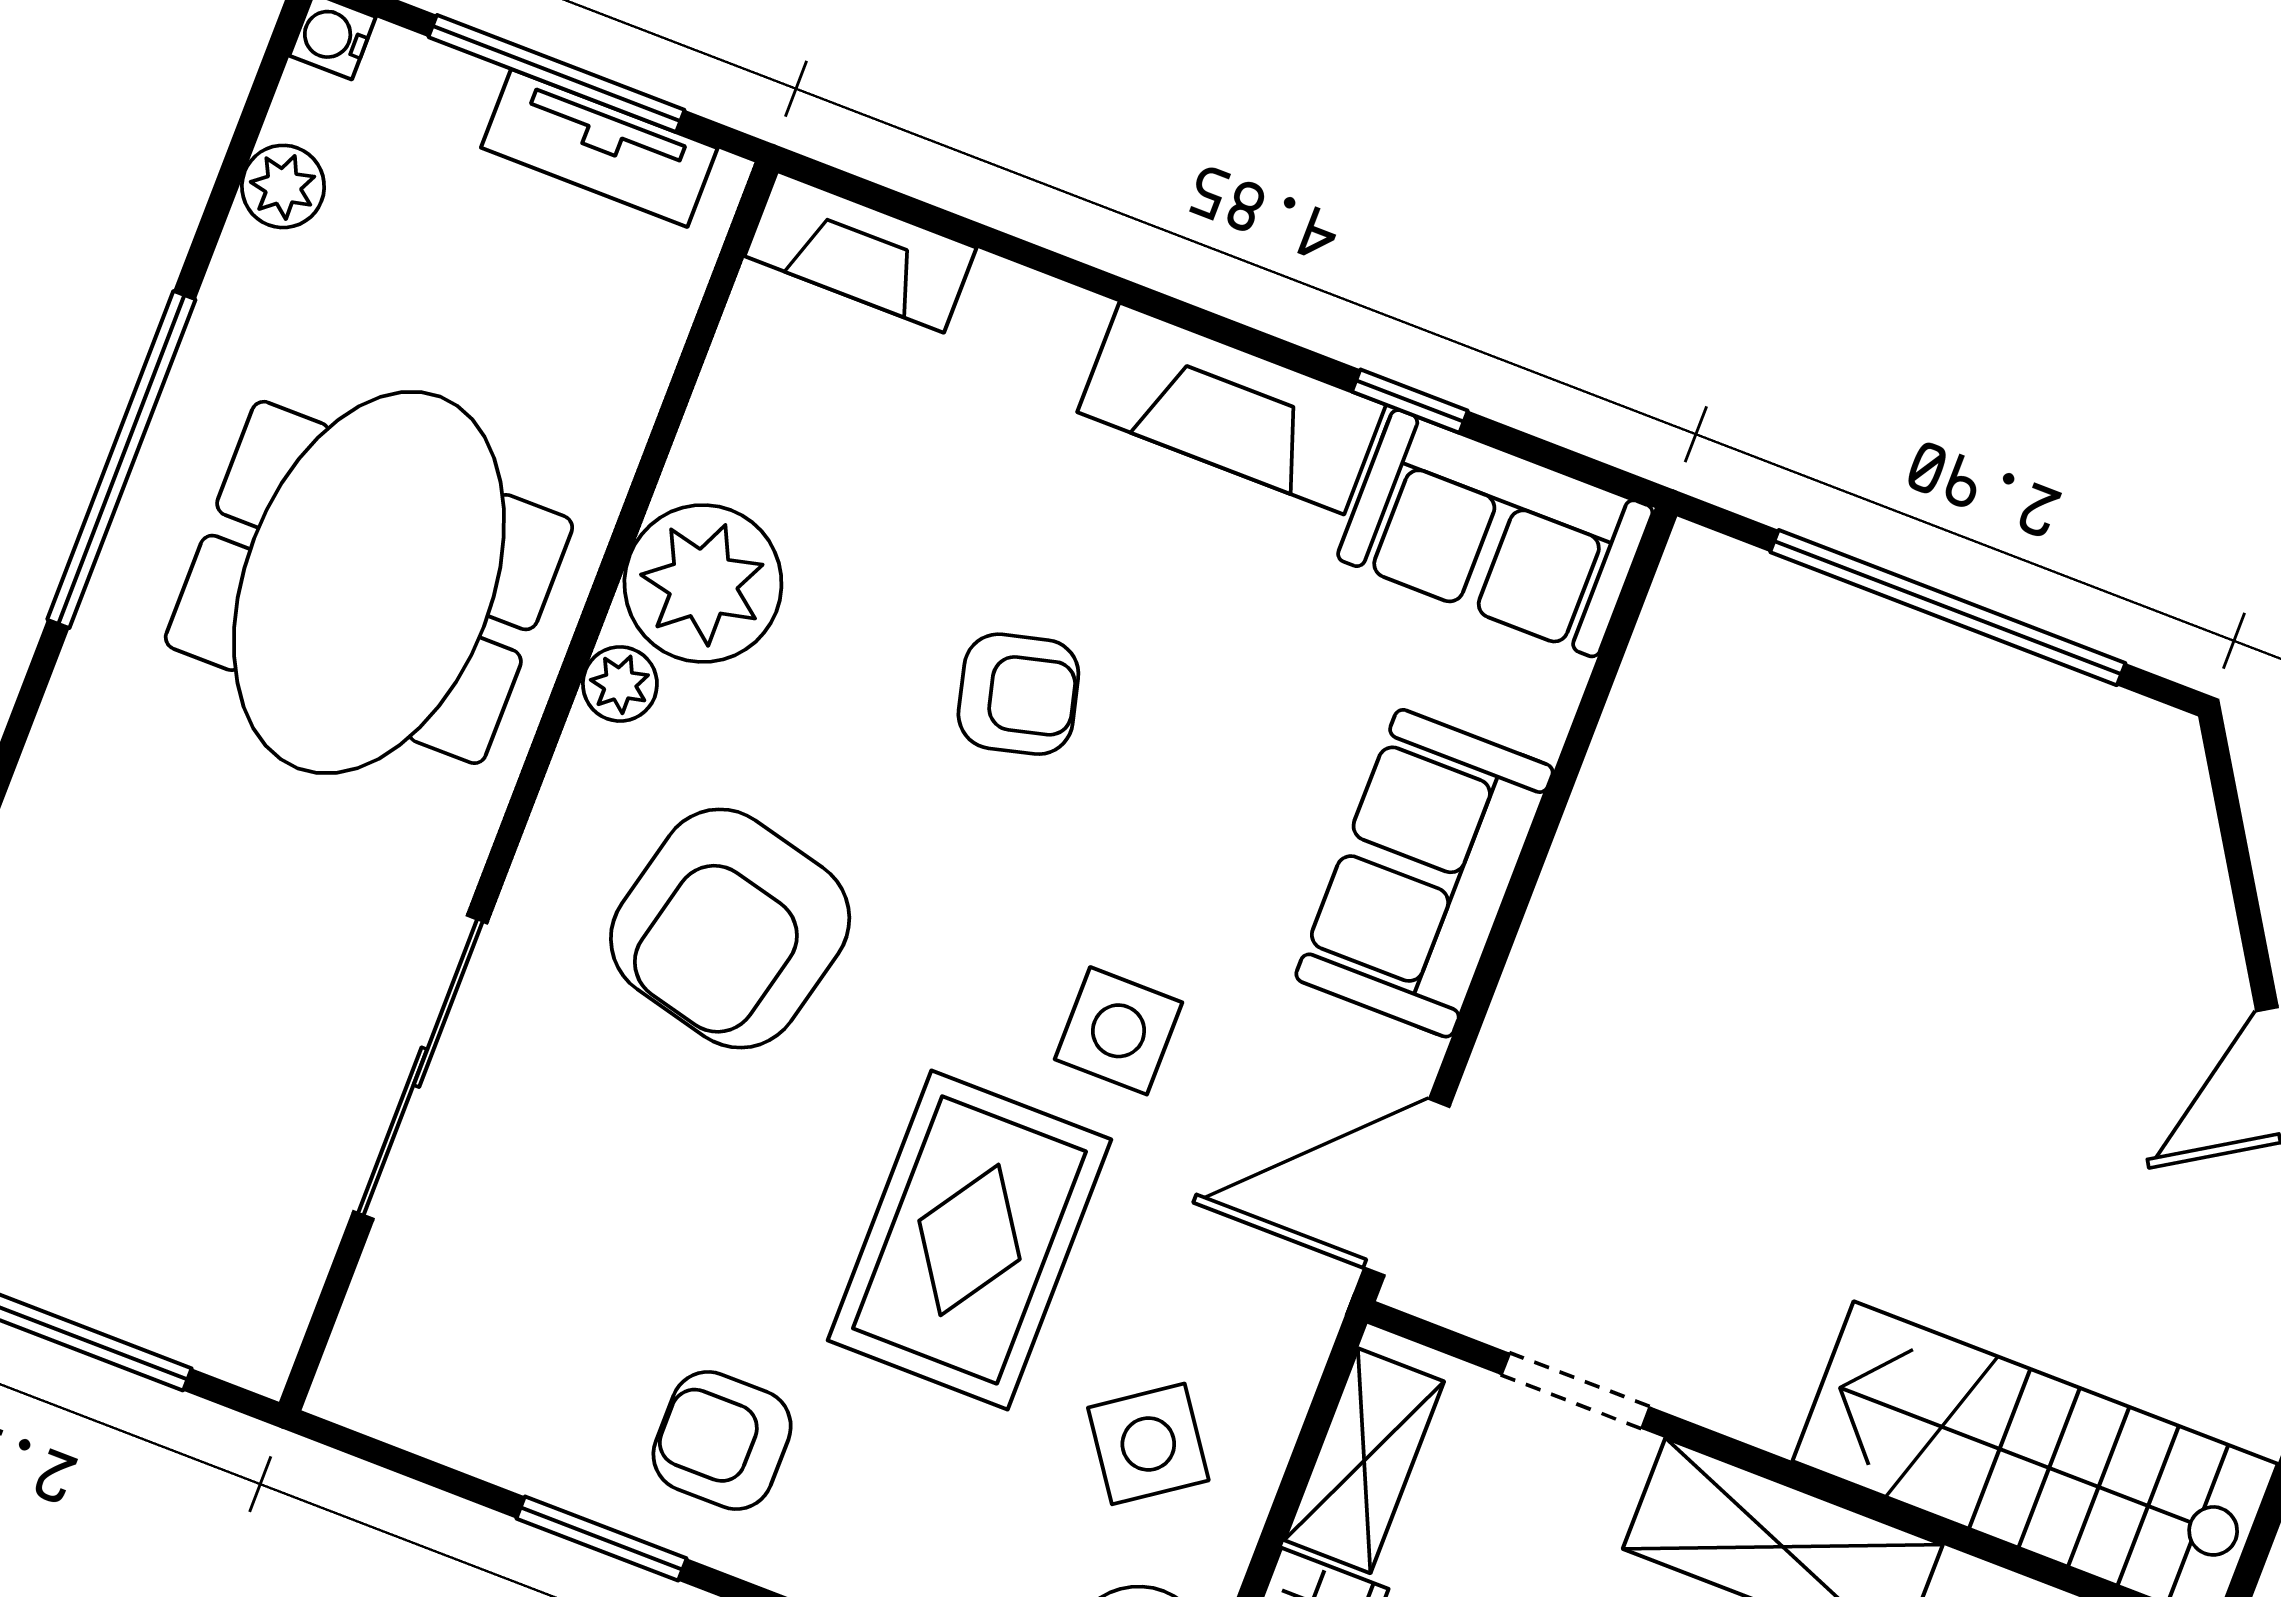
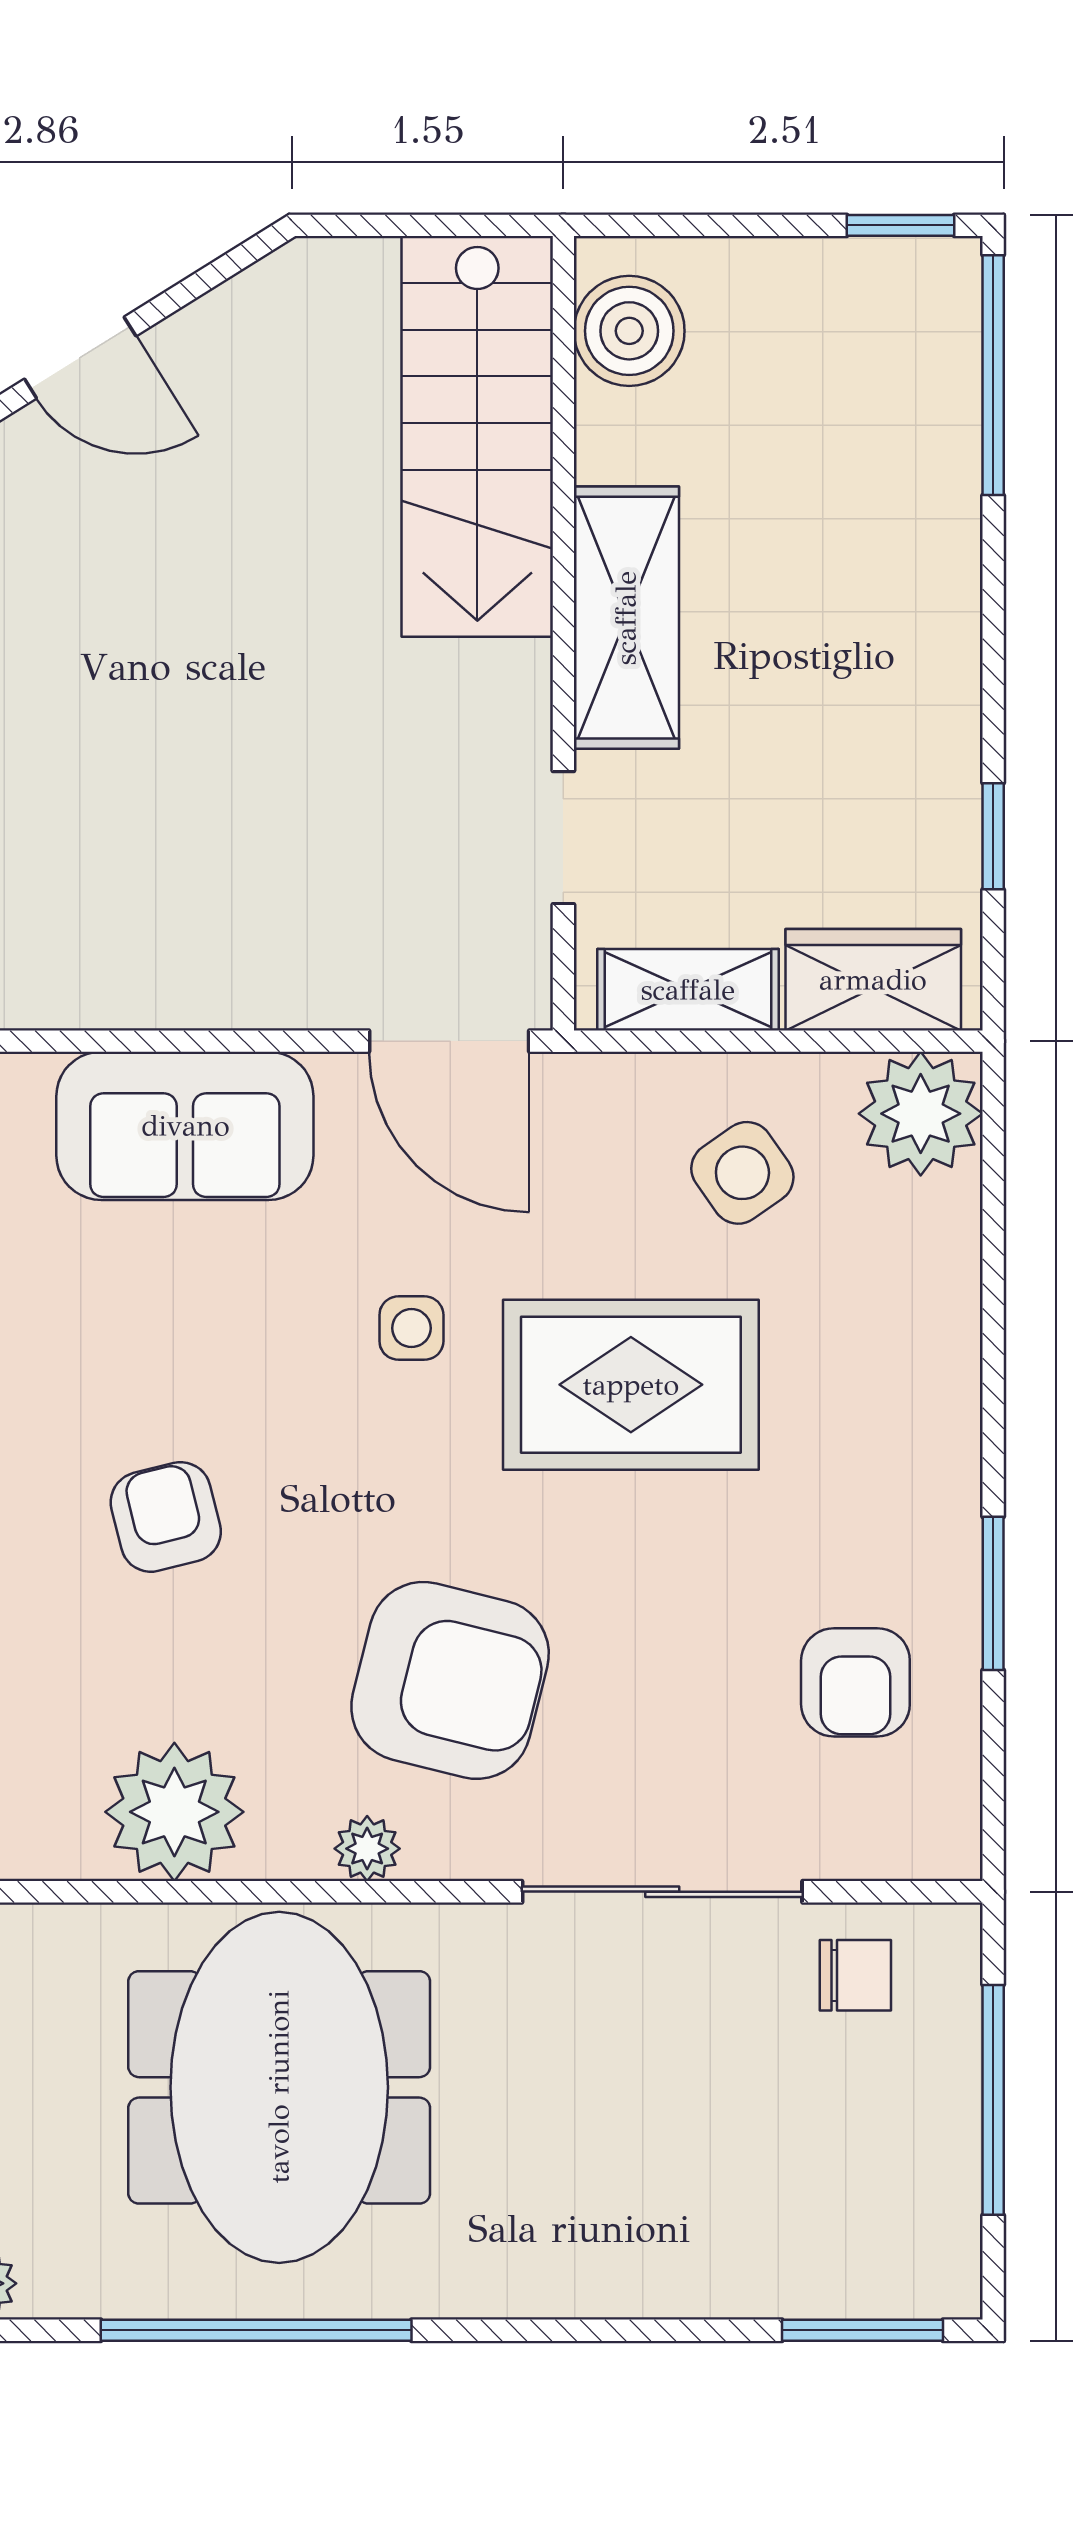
meeting table: (369, 582) -> (279, 2087), turned 90
plant: (620, 684) -> (367, 1849), moved
side table: (1119, 1031) -> (411, 1328), width x0.73, depth x0.73
chair: (254, 1238) -> (855, 1975), added
armchair: (722, 1440) -> (855, 1682), moved

